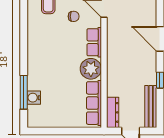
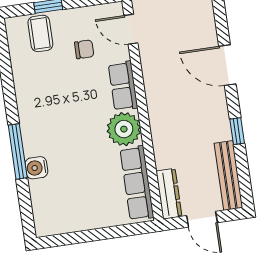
window: (24, 92) -> (18, 151), moved
water cooler: (34, 98) -> (36, 168), moved

